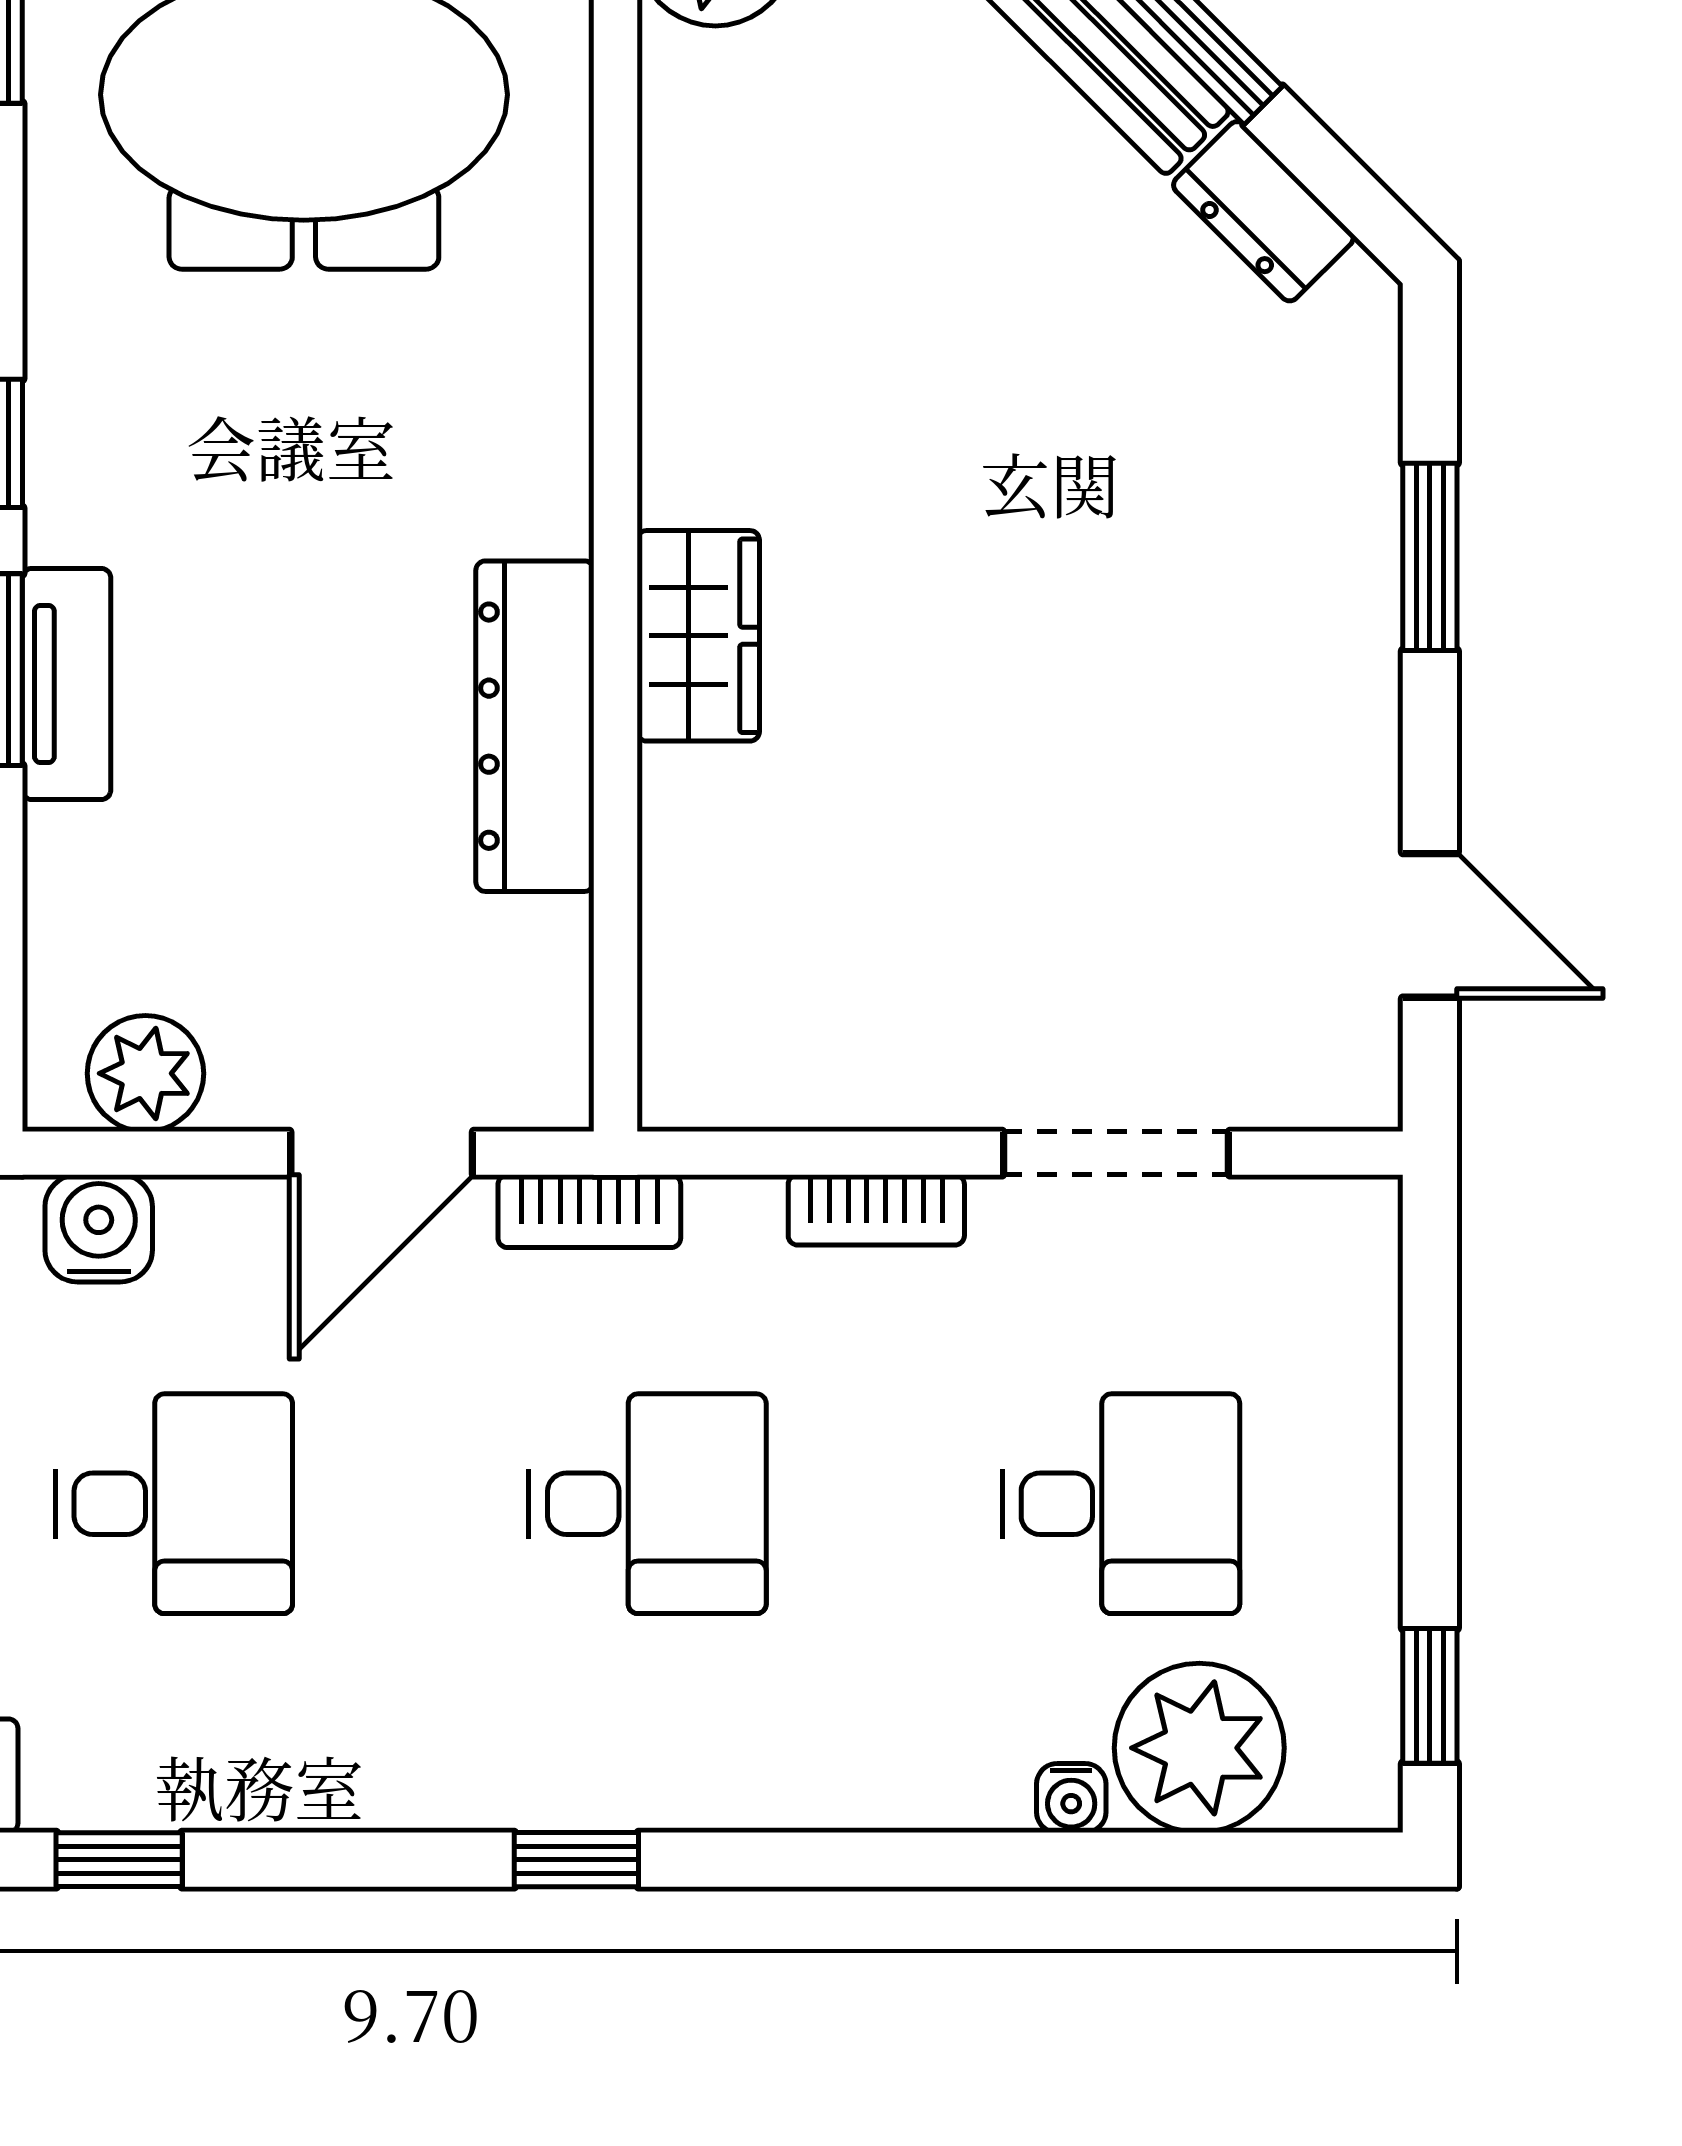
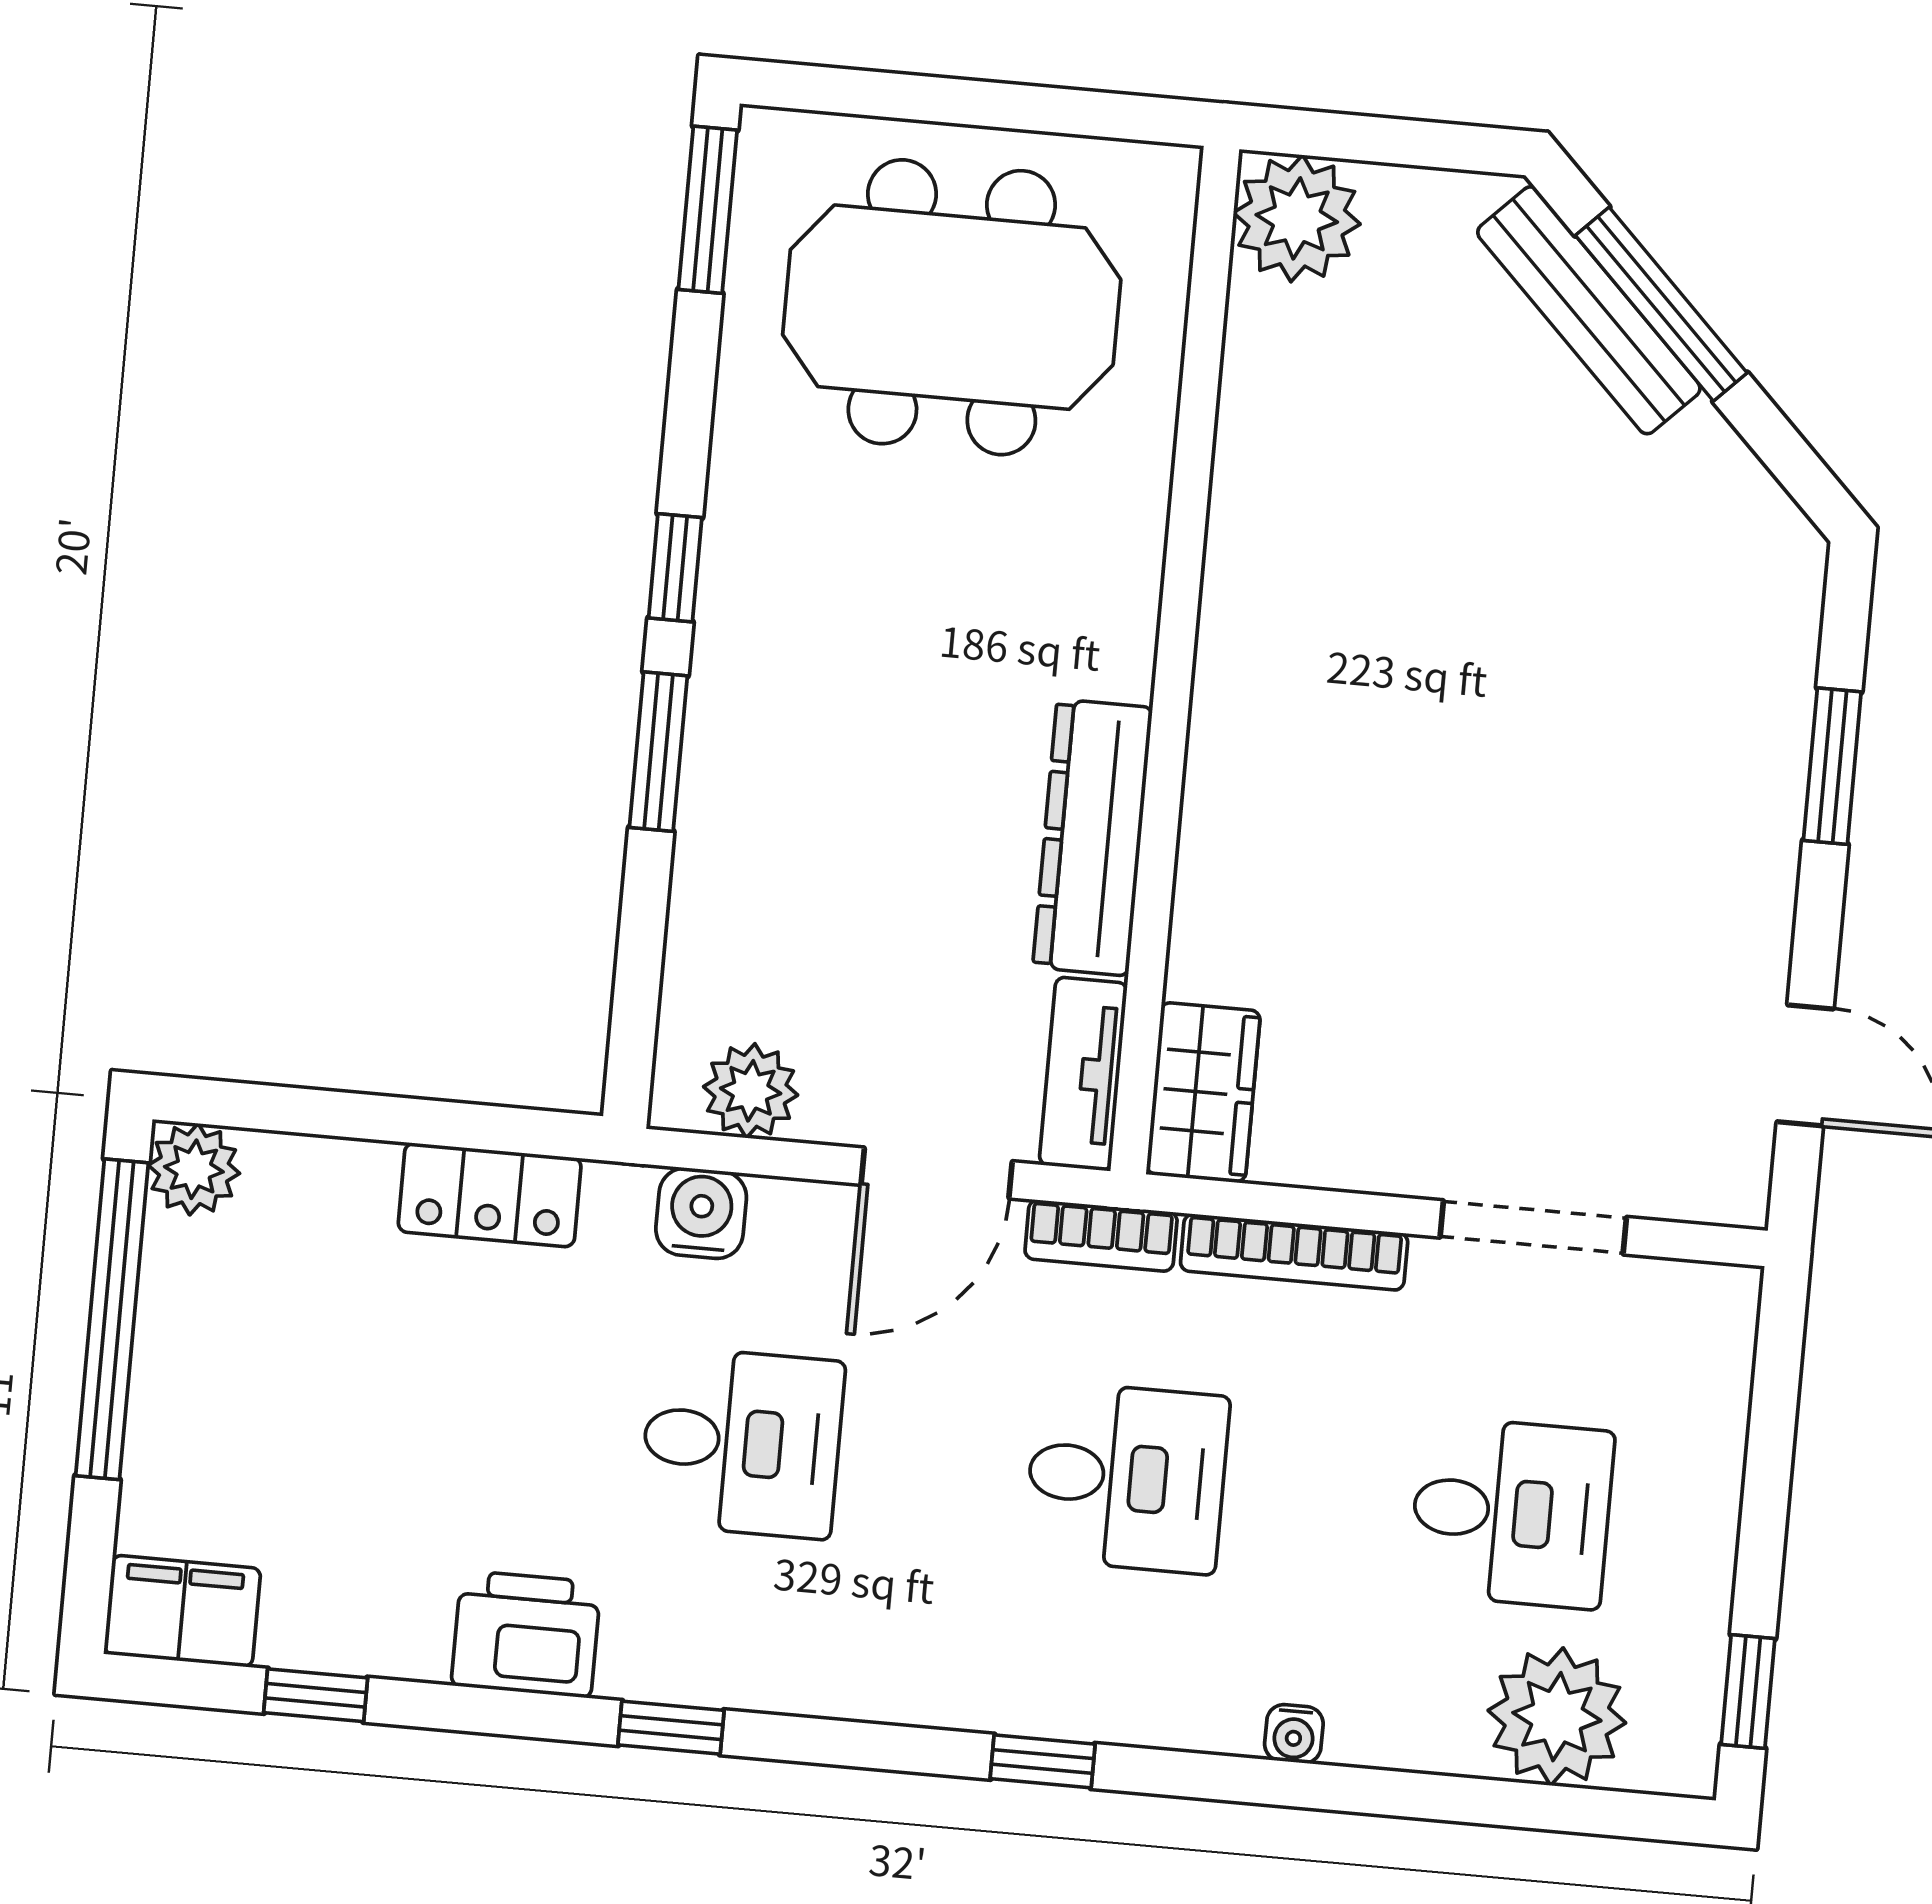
dresser: (1263, 211) -> (1723, 473), removed
wardrobe: (698, 636) -> (1203, 1092), moved
tv unit: (66, 684) -> (1083, 1074), moved, turned 180
bookcase: (876, 1210) -> (1294, 1252), width x1.56
water cooler: (1071, 1798) -> (1294, 1734), moved

